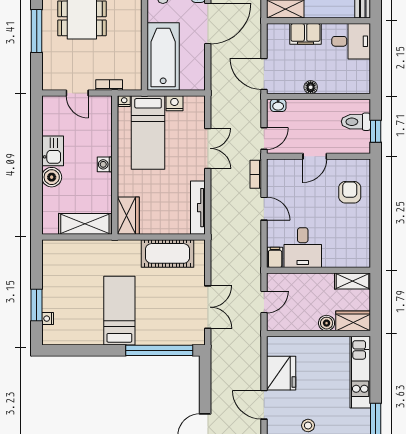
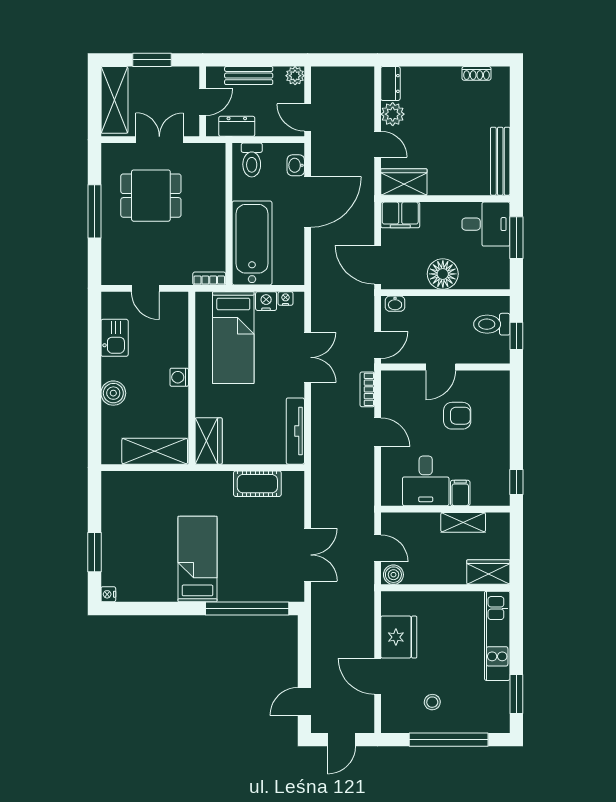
filing cabinet: (306, 34) -> (400, 215), moved
window: (376, 52) -> (516, 238), added
bookcase: (109, 85) -> (209, 278), moved
floor lamp: (311, 87) -> (443, 274), width x1.89, depth x1.89
nightstand: (124, 101) -> (285, 298), moved
kitchen sink: (53, 151) -> (115, 338), moved
armchair: (350, 192) -> (457, 416), moved, turned 90
window: (376, 249) -> (516, 482), added
cot: (167, 253) -> (257, 484), width x0.73, depth x0.75
filing cabinet: (275, 257) -> (460, 493), moved
shelving: (353, 281) -> (463, 522), moved
door: (264, 302) -> (378, 548), hinge flipped
nightstand: (48, 319) -> (108, 594), moved
boiler: (327, 323) -> (393, 575), moved

